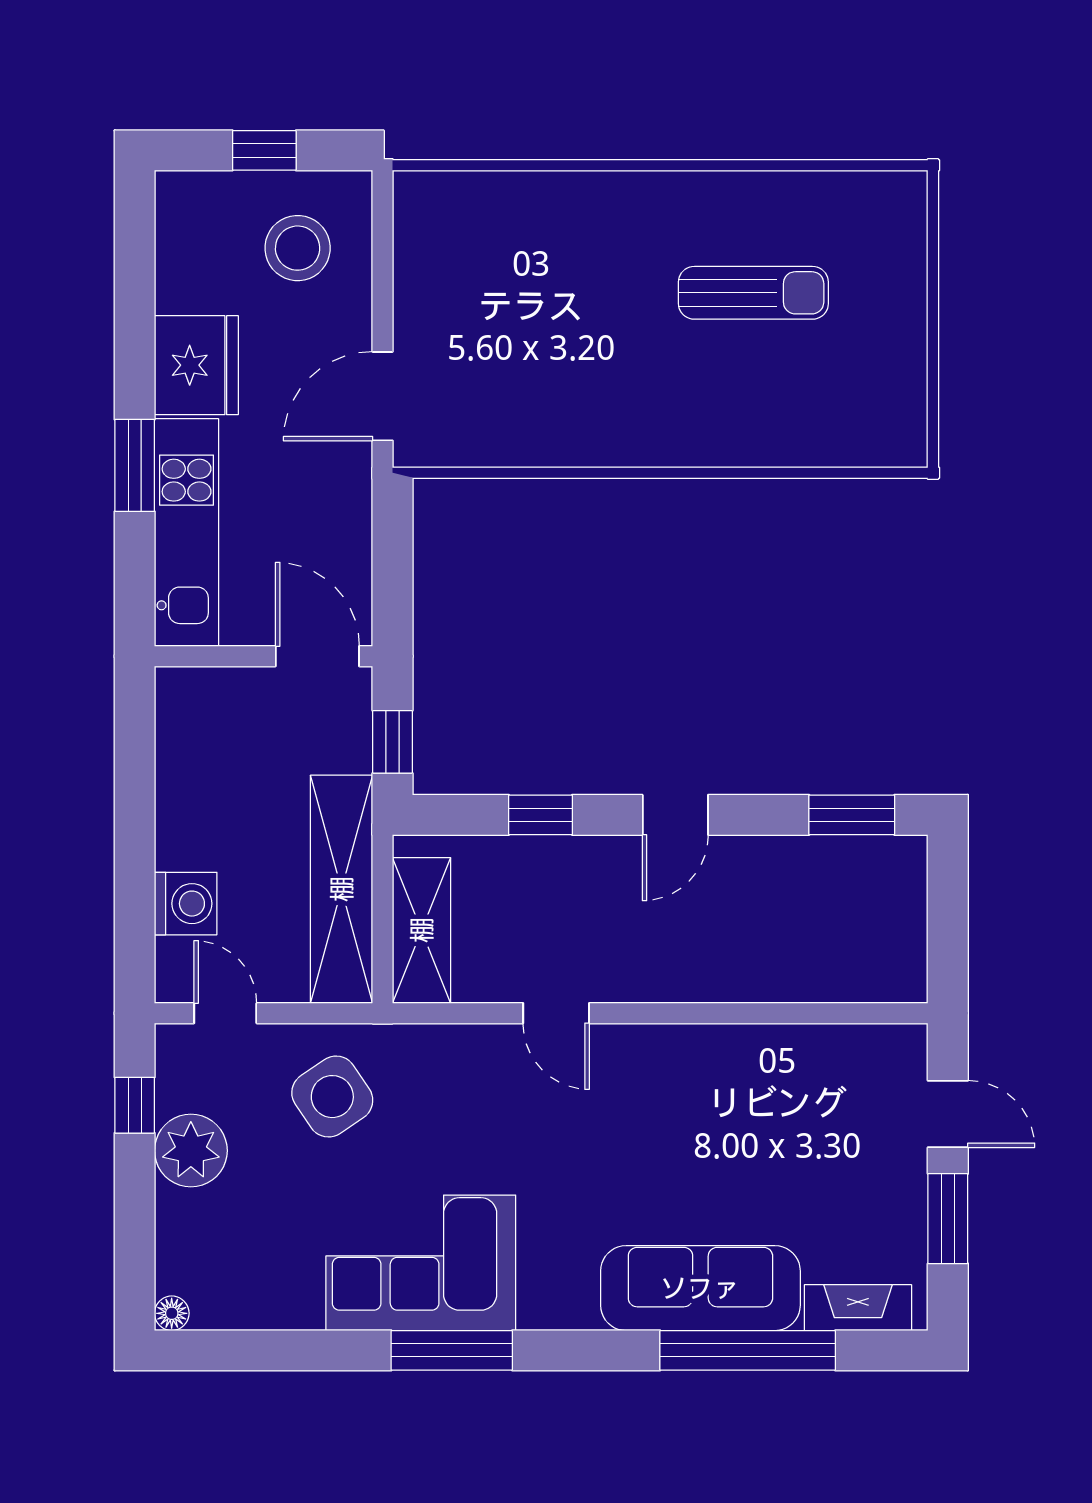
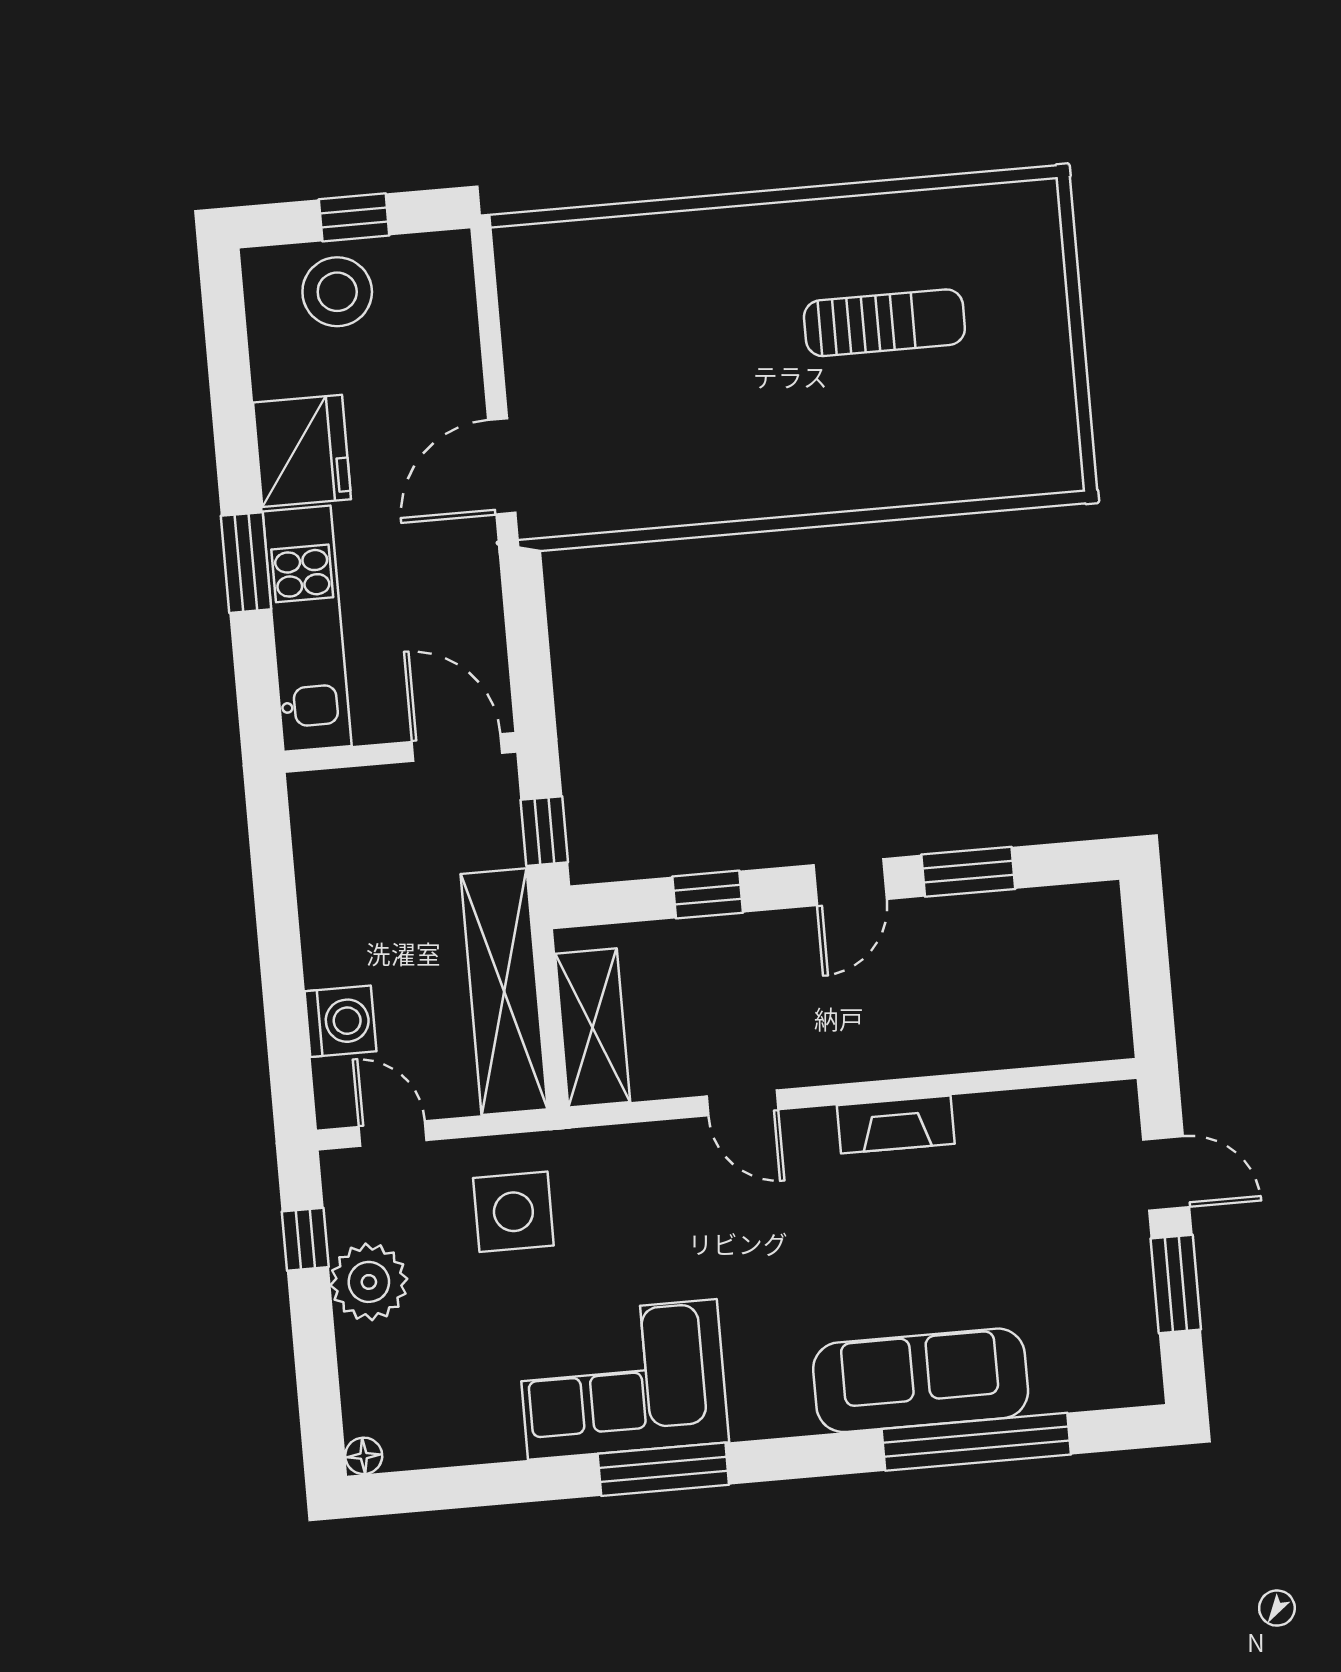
stool: (298, 248) -> (337, 292), moved
window: (852, 815) -> (968, 872), moved
side table: (332, 1097) -> (513, 1212), turned 34
fireplace: (858, 1308) -> (896, 1124), moved, turned 180

